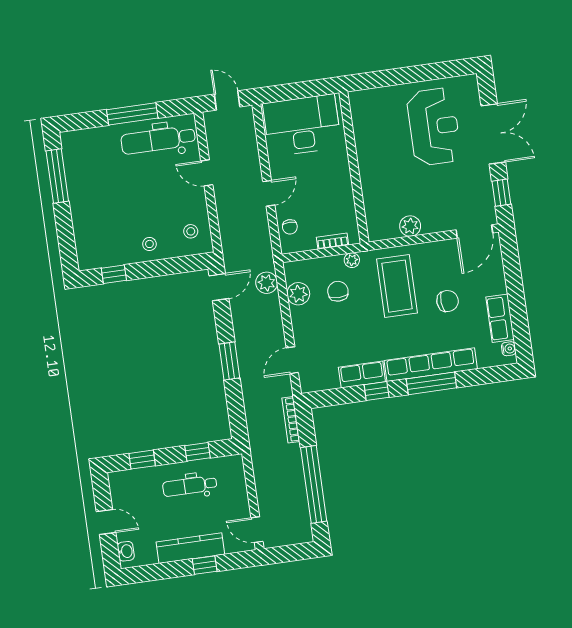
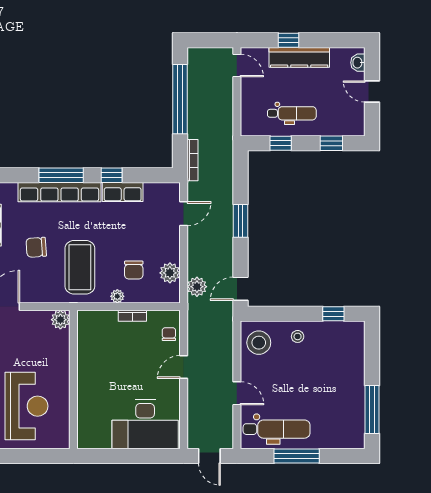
reception desk: (434, 127) -> (26, 406), turned 180
wall: (354, 167) -> (73, 380), moved
stool: (191, 231) -> (259, 343), width x1.89, depth x1.89

